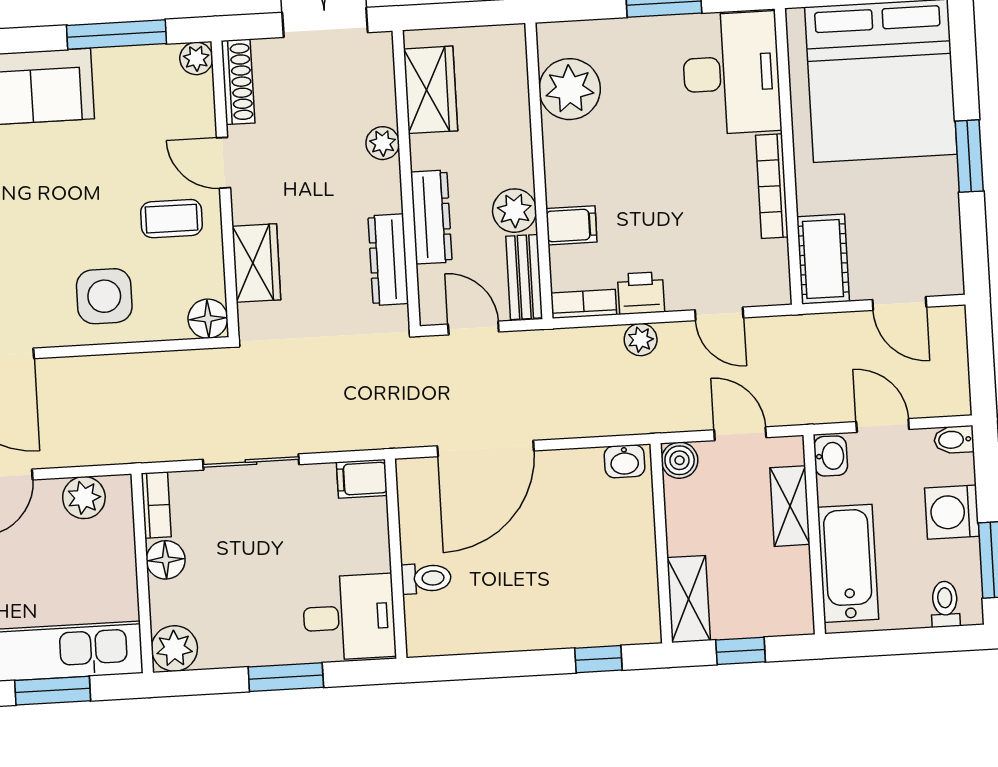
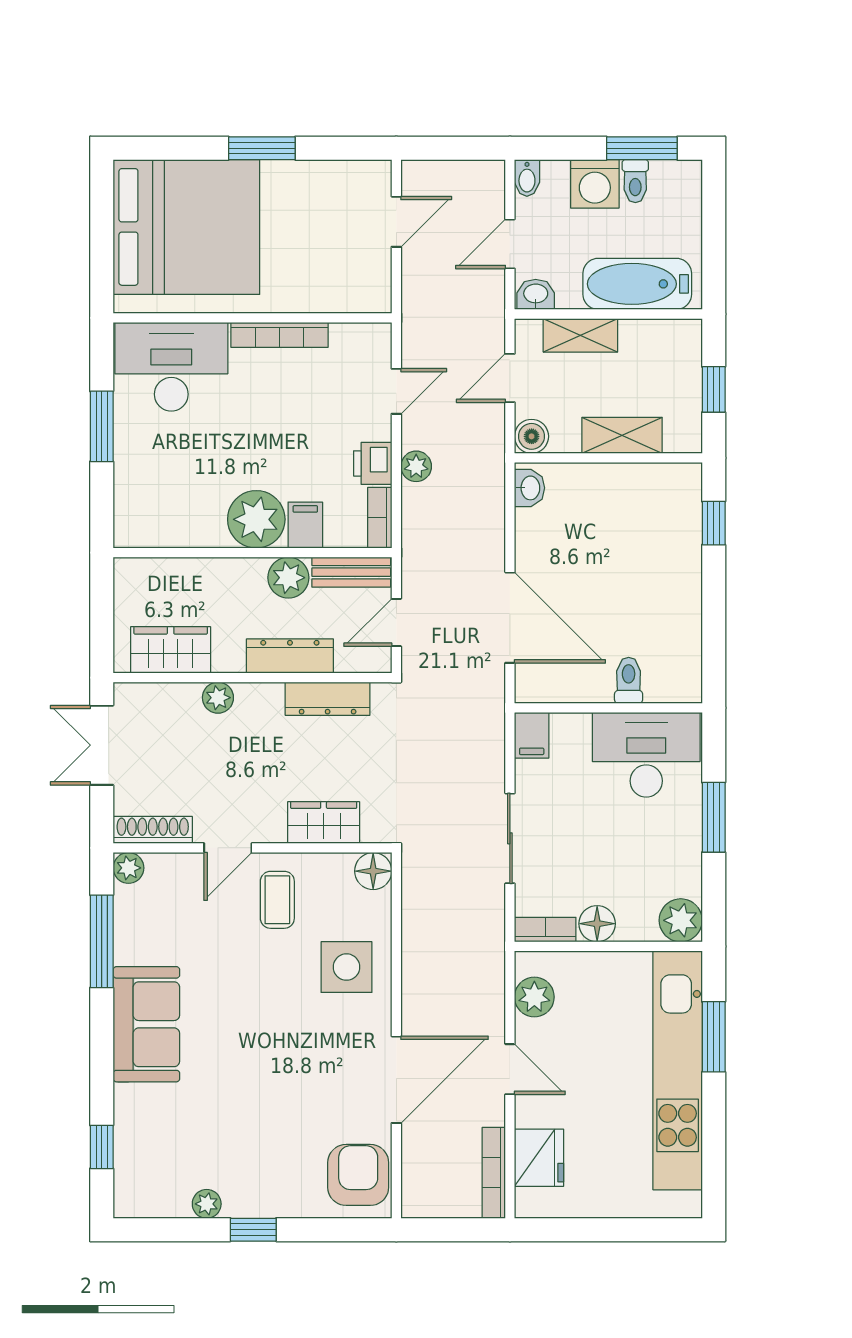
plant: (570, 89) -> (256, 519), moved
cot: (823, 259) -> (351, 291), removed
shelving: (689, 599) -> (622, 435), moved
toilet: (945, 604) -> (635, 181), moved, turned -90
desk: (349, 617) -> (646, 755), width x1.37

